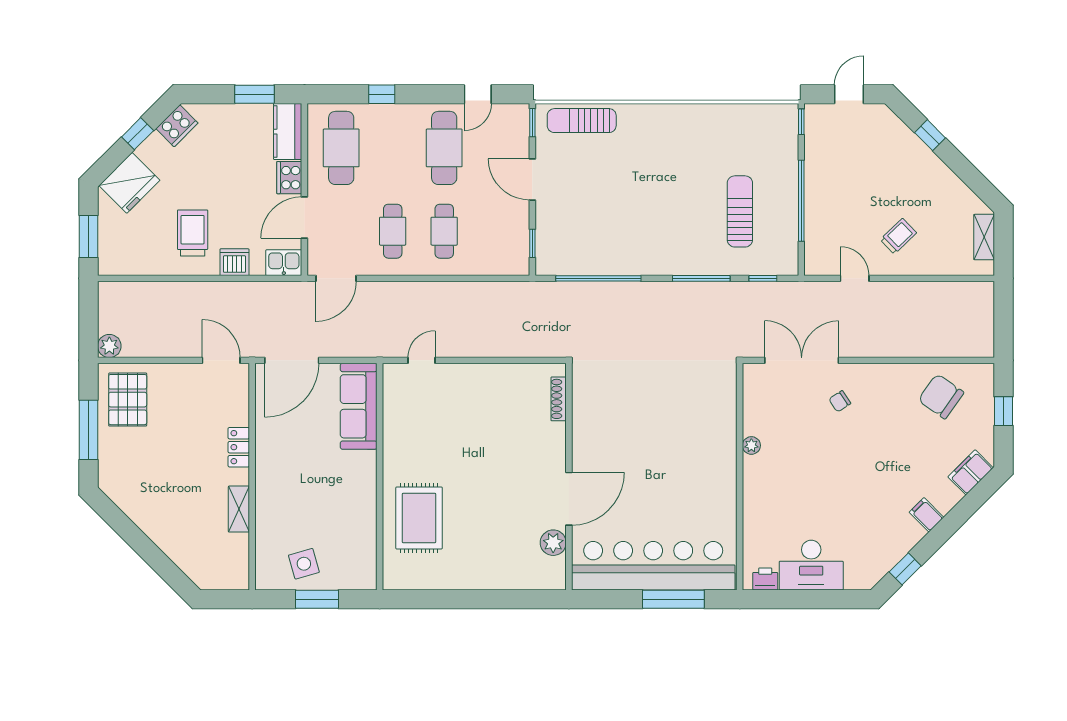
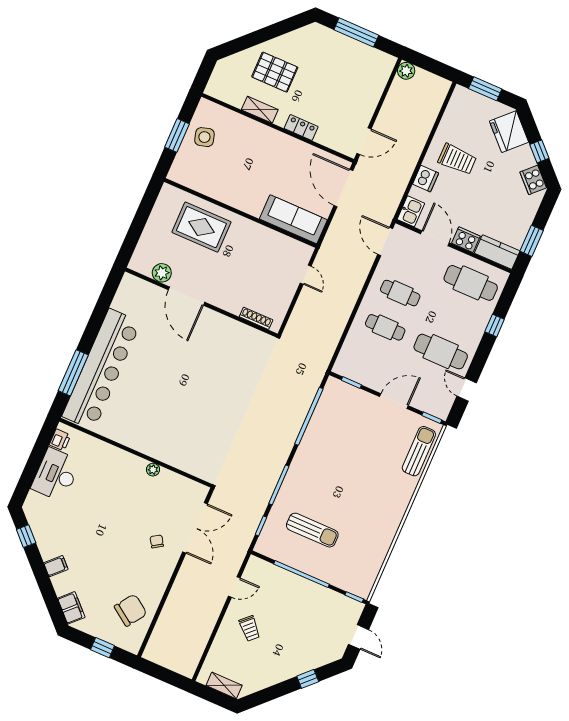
shoe rack: (559, 399) -> (256, 318), moved
pallet: (128, 400) -> (275, 72), moved
wall: (569, 477) -> (201, 302), moved
door: (569, 499) -> (187, 296), moved
plant: (553, 543) -> (162, 273), moved

